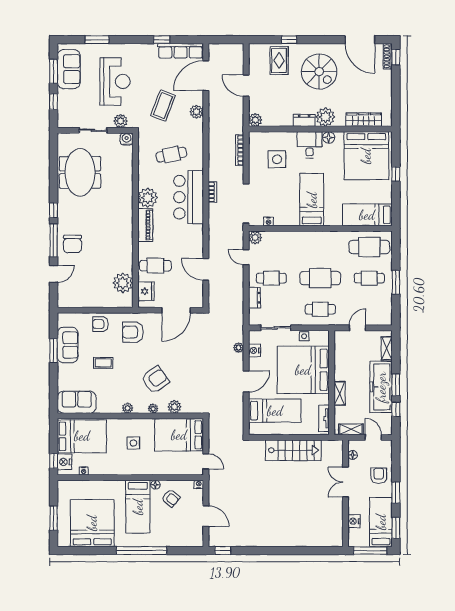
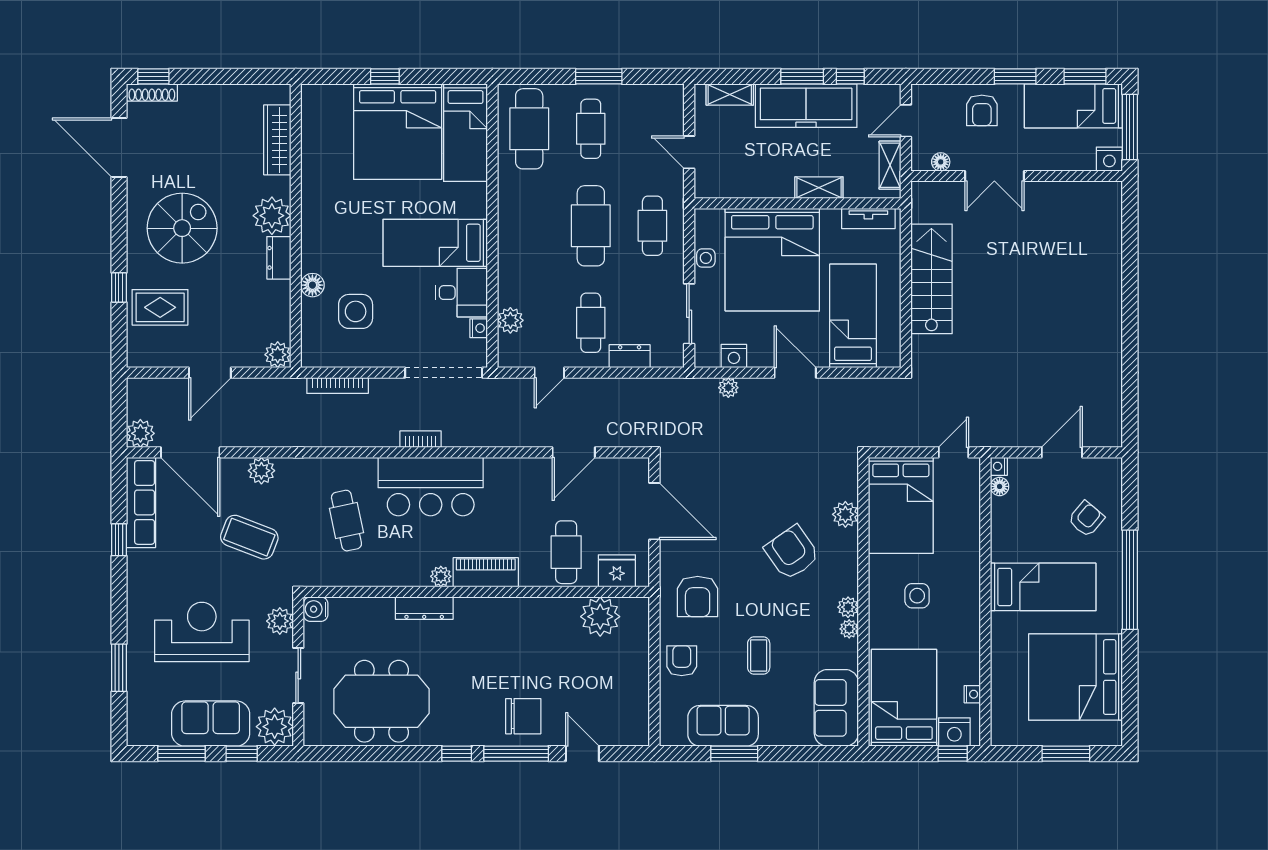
door: (360, 40) -> (119, 147), swing flipped
plant: (215, 51) -> (140, 433), added
sofa: (69, 69) -> (211, 724), moved
plant: (67, 118) -> (275, 727), added
floor lamp: (329, 137) -> (312, 285), moved
desk: (310, 145) -> (461, 293), moved, turned 180
bed: (366, 156) -> (398, 132), moved, turned 90
dresser: (127, 194) -> (424, 608), added
plant: (148, 198) -> (441, 576), width x0.53, depth x0.53
plant: (255, 237) -> (510, 320), moved
armchair: (100, 324) -> (682, 661), turned 180
plant: (153, 409) -> (849, 629), moved
armchair: (379, 476) -> (982, 110), turned -90
floor lamp: (155, 485) -> (1000, 486), moved
armchair: (171, 498) -> (1086, 519), moved
nightstand: (354, 521) -> (1109, 159), moved
window: (223, 551) -> (1130, 419), removed

